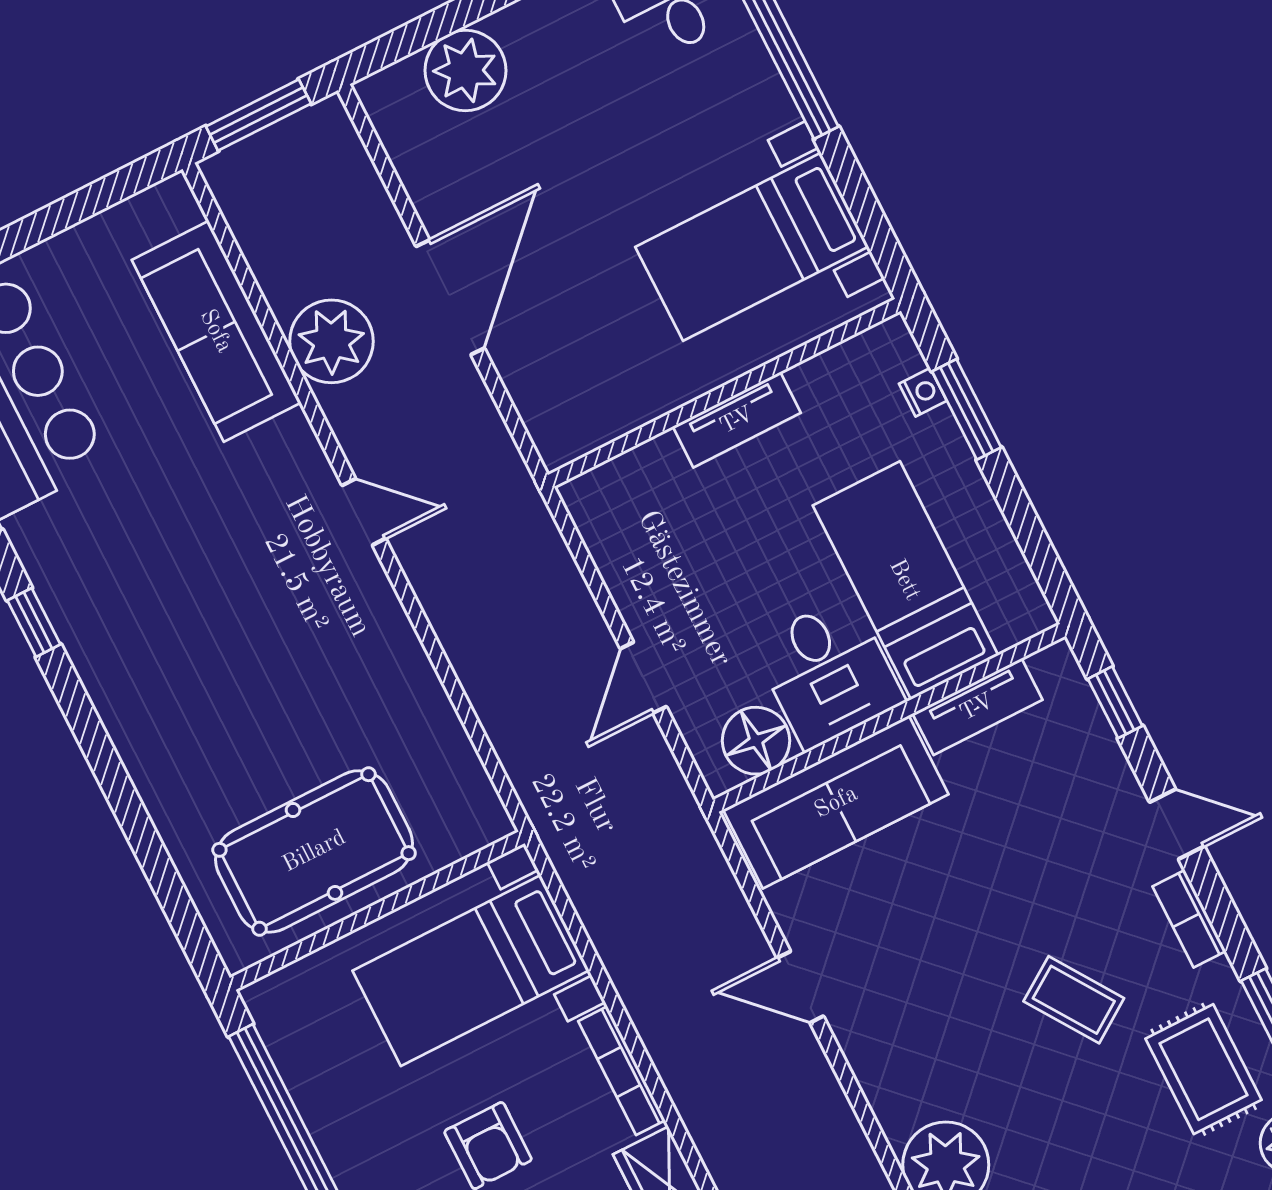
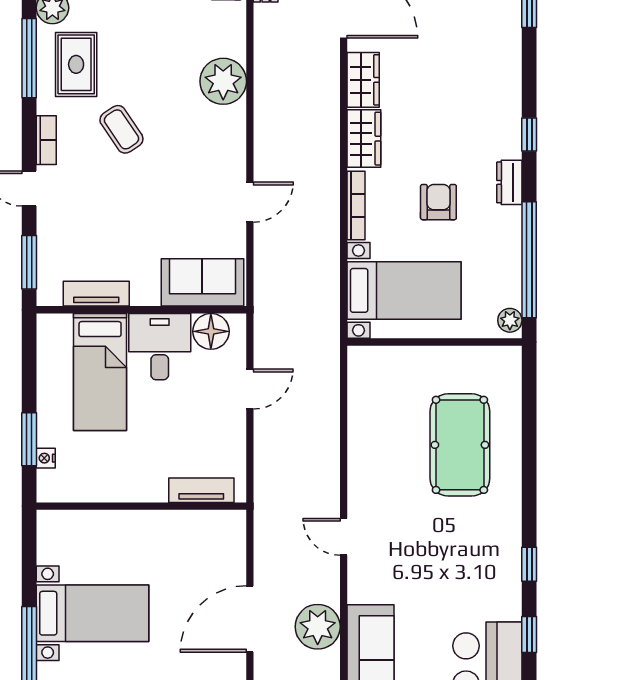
bed with nightstands: (752, 247) -> (93, 613), moved
tv unit: (737, 420) -> (201, 490), moved
window: (1115, 702) -> (29, 262), width x1.50
sofa: (836, 802) -> (202, 282), width x0.73
pool table: (314, 851) -> (460, 445), moved, turned 90
door: (800, 987) -> (250, 202), hinge flipped
plant: (271, 1010) -> (510, 320), added

